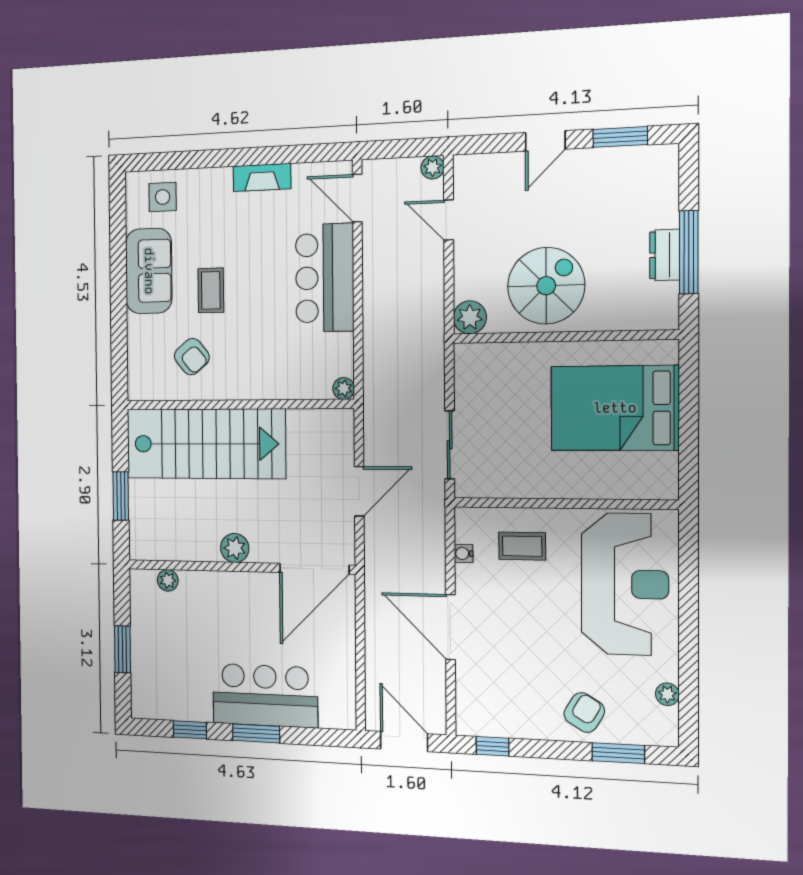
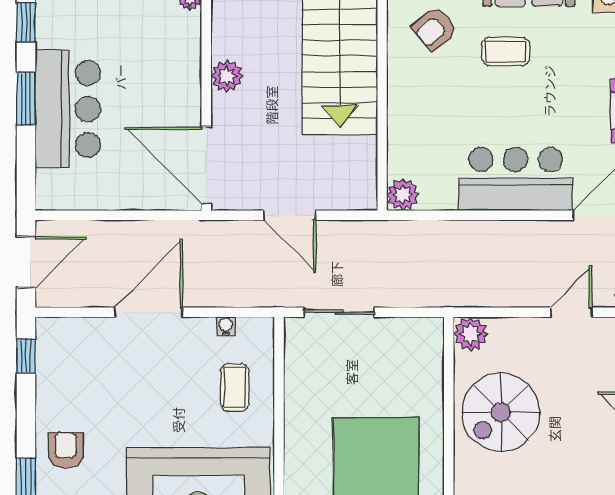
spiral stairs: (546, 286) -> (501, 412), turned 90
plant: (344, 388) -> (403, 195), width x1.38, depth x1.38
armchair: (584, 713) -> (66, 450), turned -121

